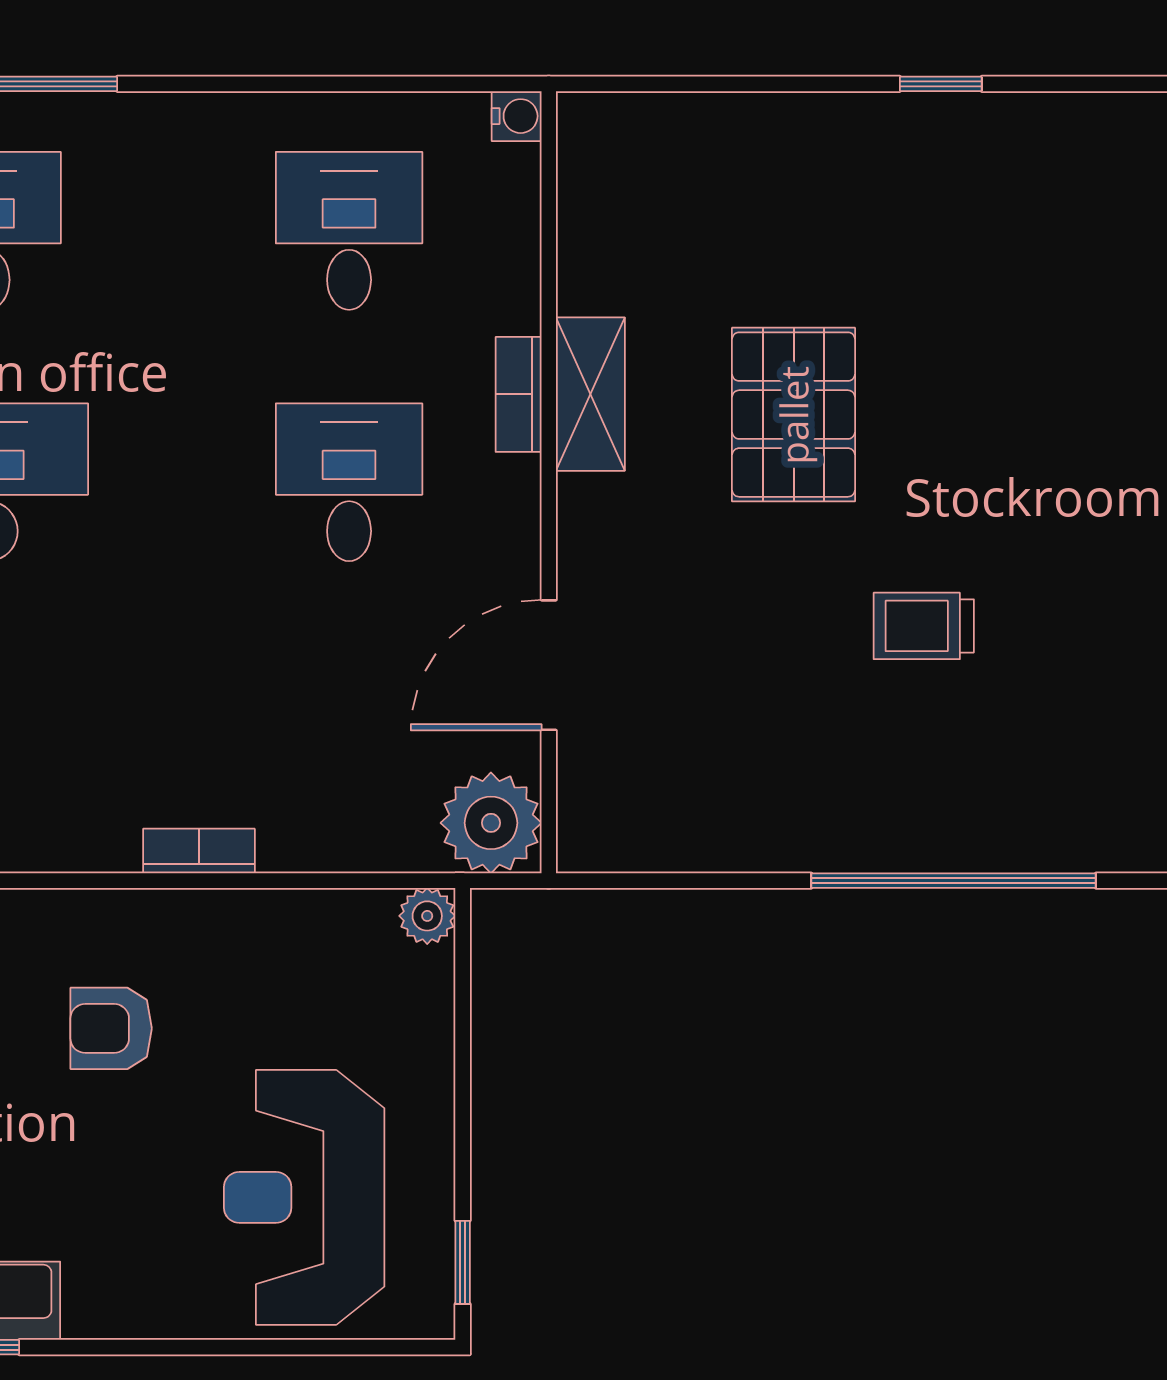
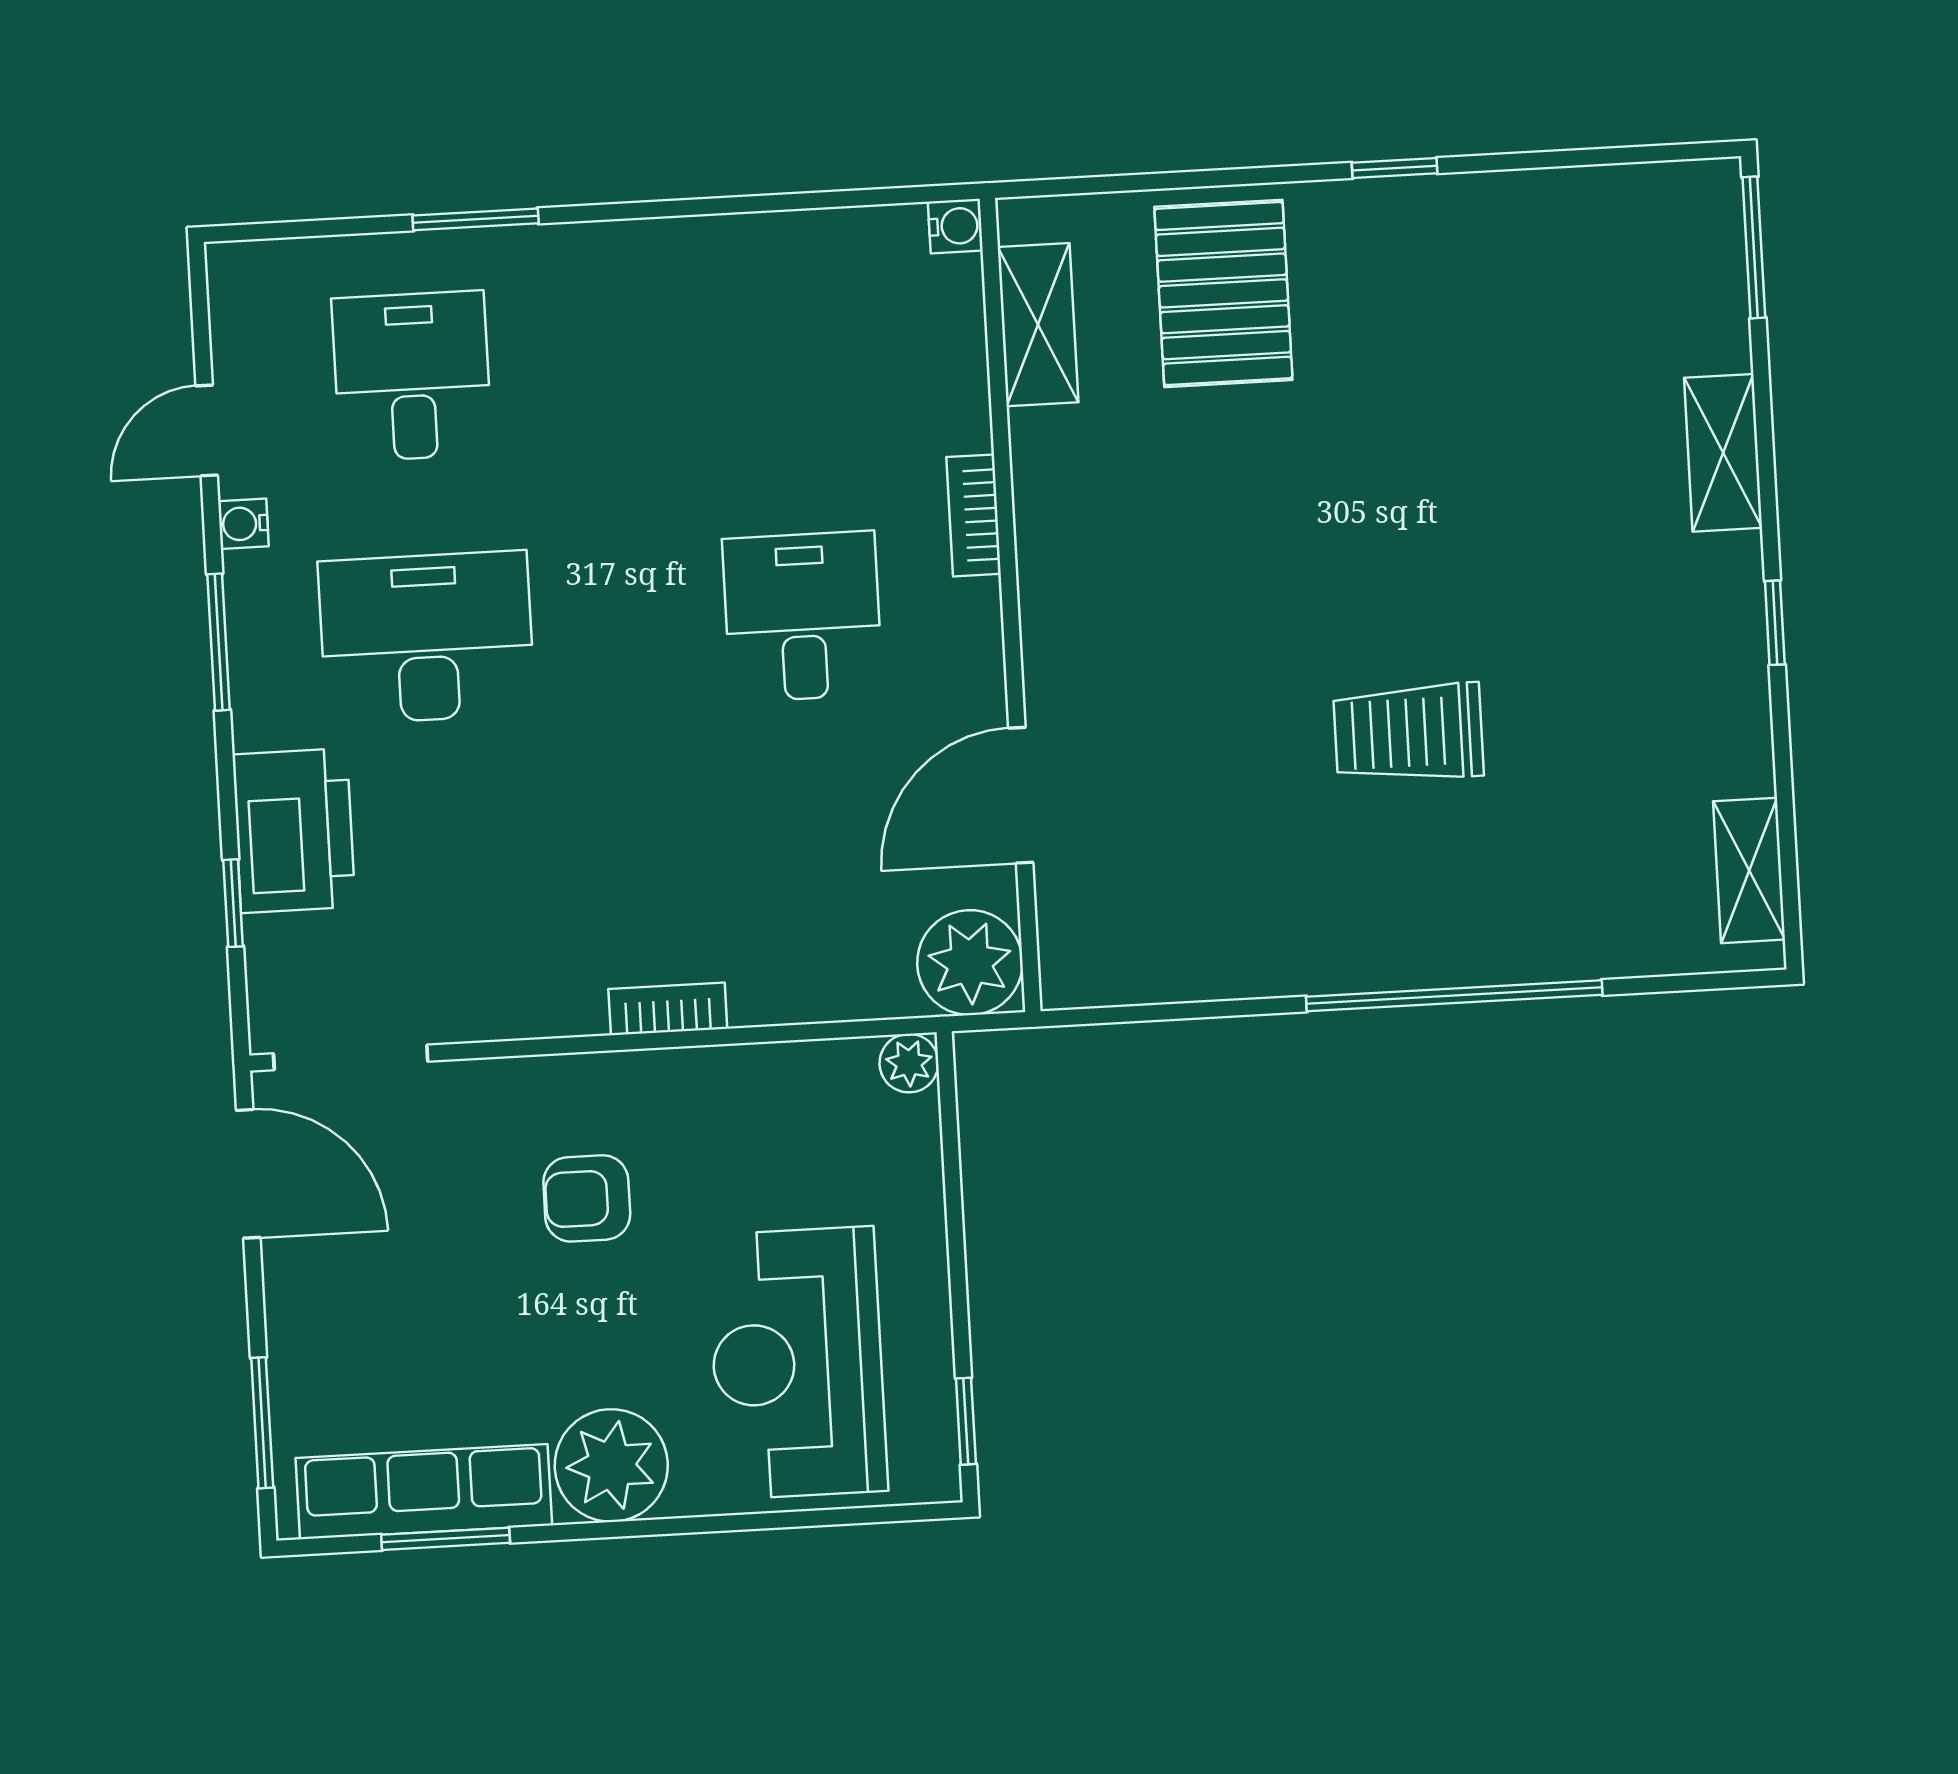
desk: (349, 231) -> (788, 355), removed
shelving: (590, 394) -> (1038, 325), moved
pallet: (794, 415) -> (1223, 293), moved
trolley: (924, 626) -> (1408, 733), width x1.36, depth x1.39
plant: (120, 1286) -> (611, 1465), added

